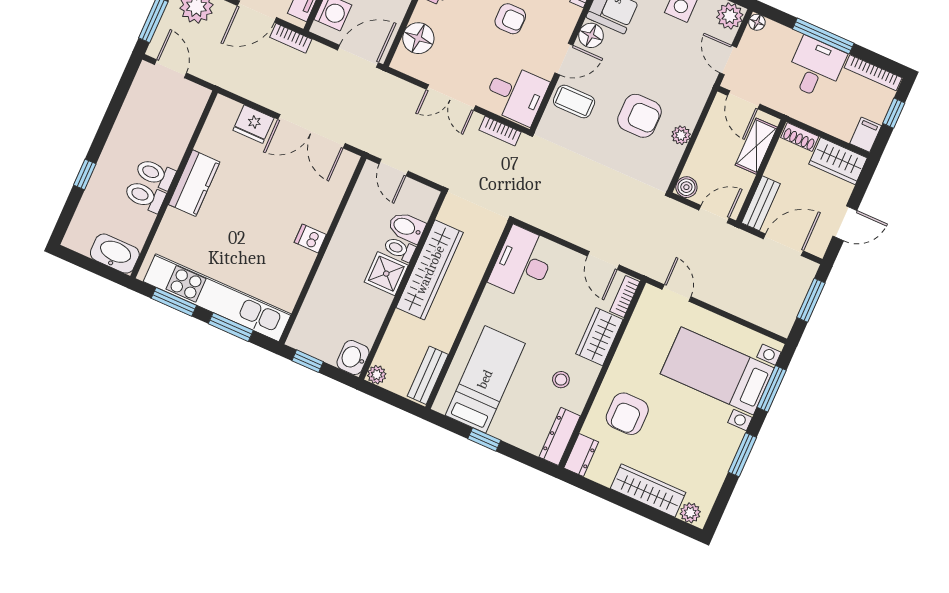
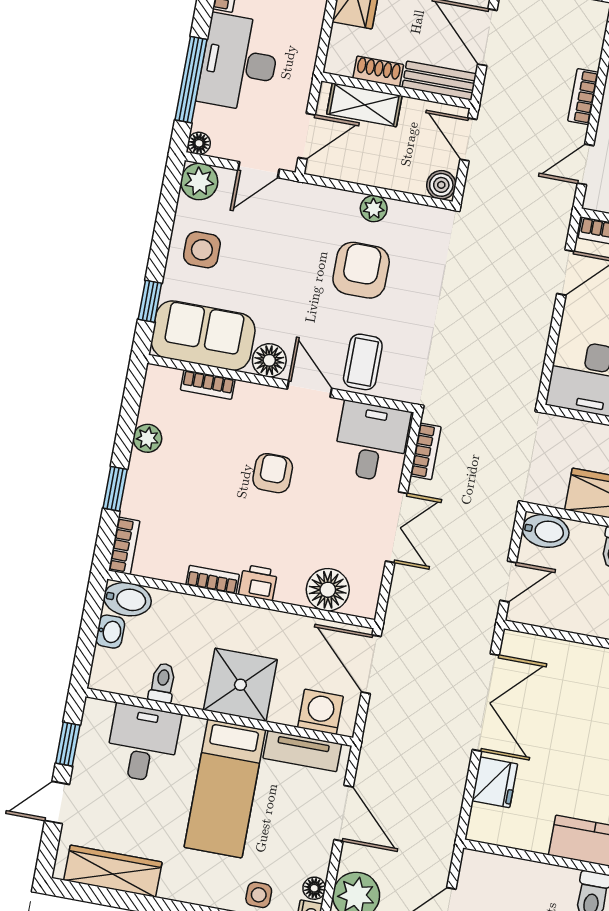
window: (823, 36) -> (191, 80), moved
bookcase: (291, 38) -> (583, 97), moved, turned 180
desk: (815, 68) -> (239, 63), width x1.37
shoe rack: (800, 137) -> (378, 71), moved, turned -90
bidet: (406, 227) -> (546, 531), moved, turned -90

